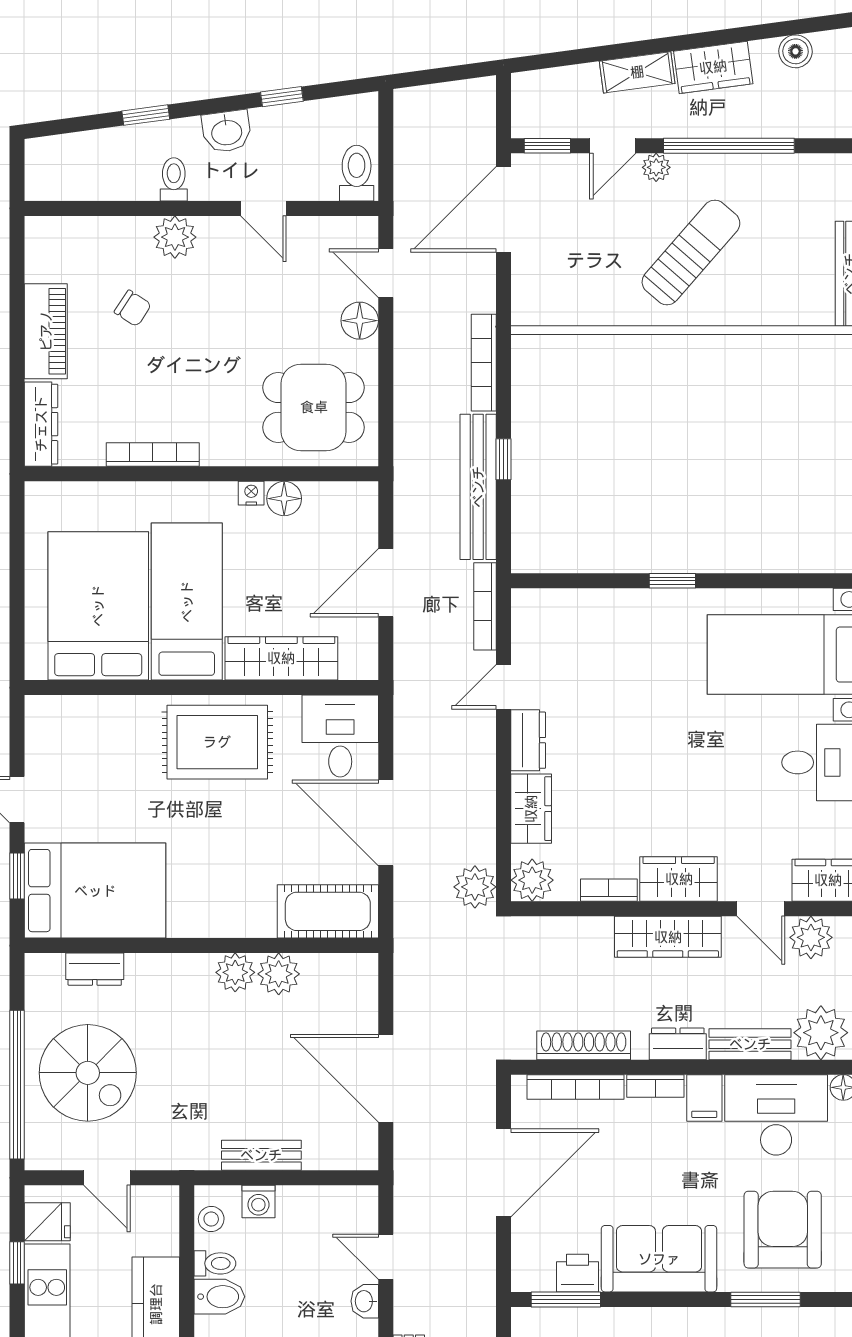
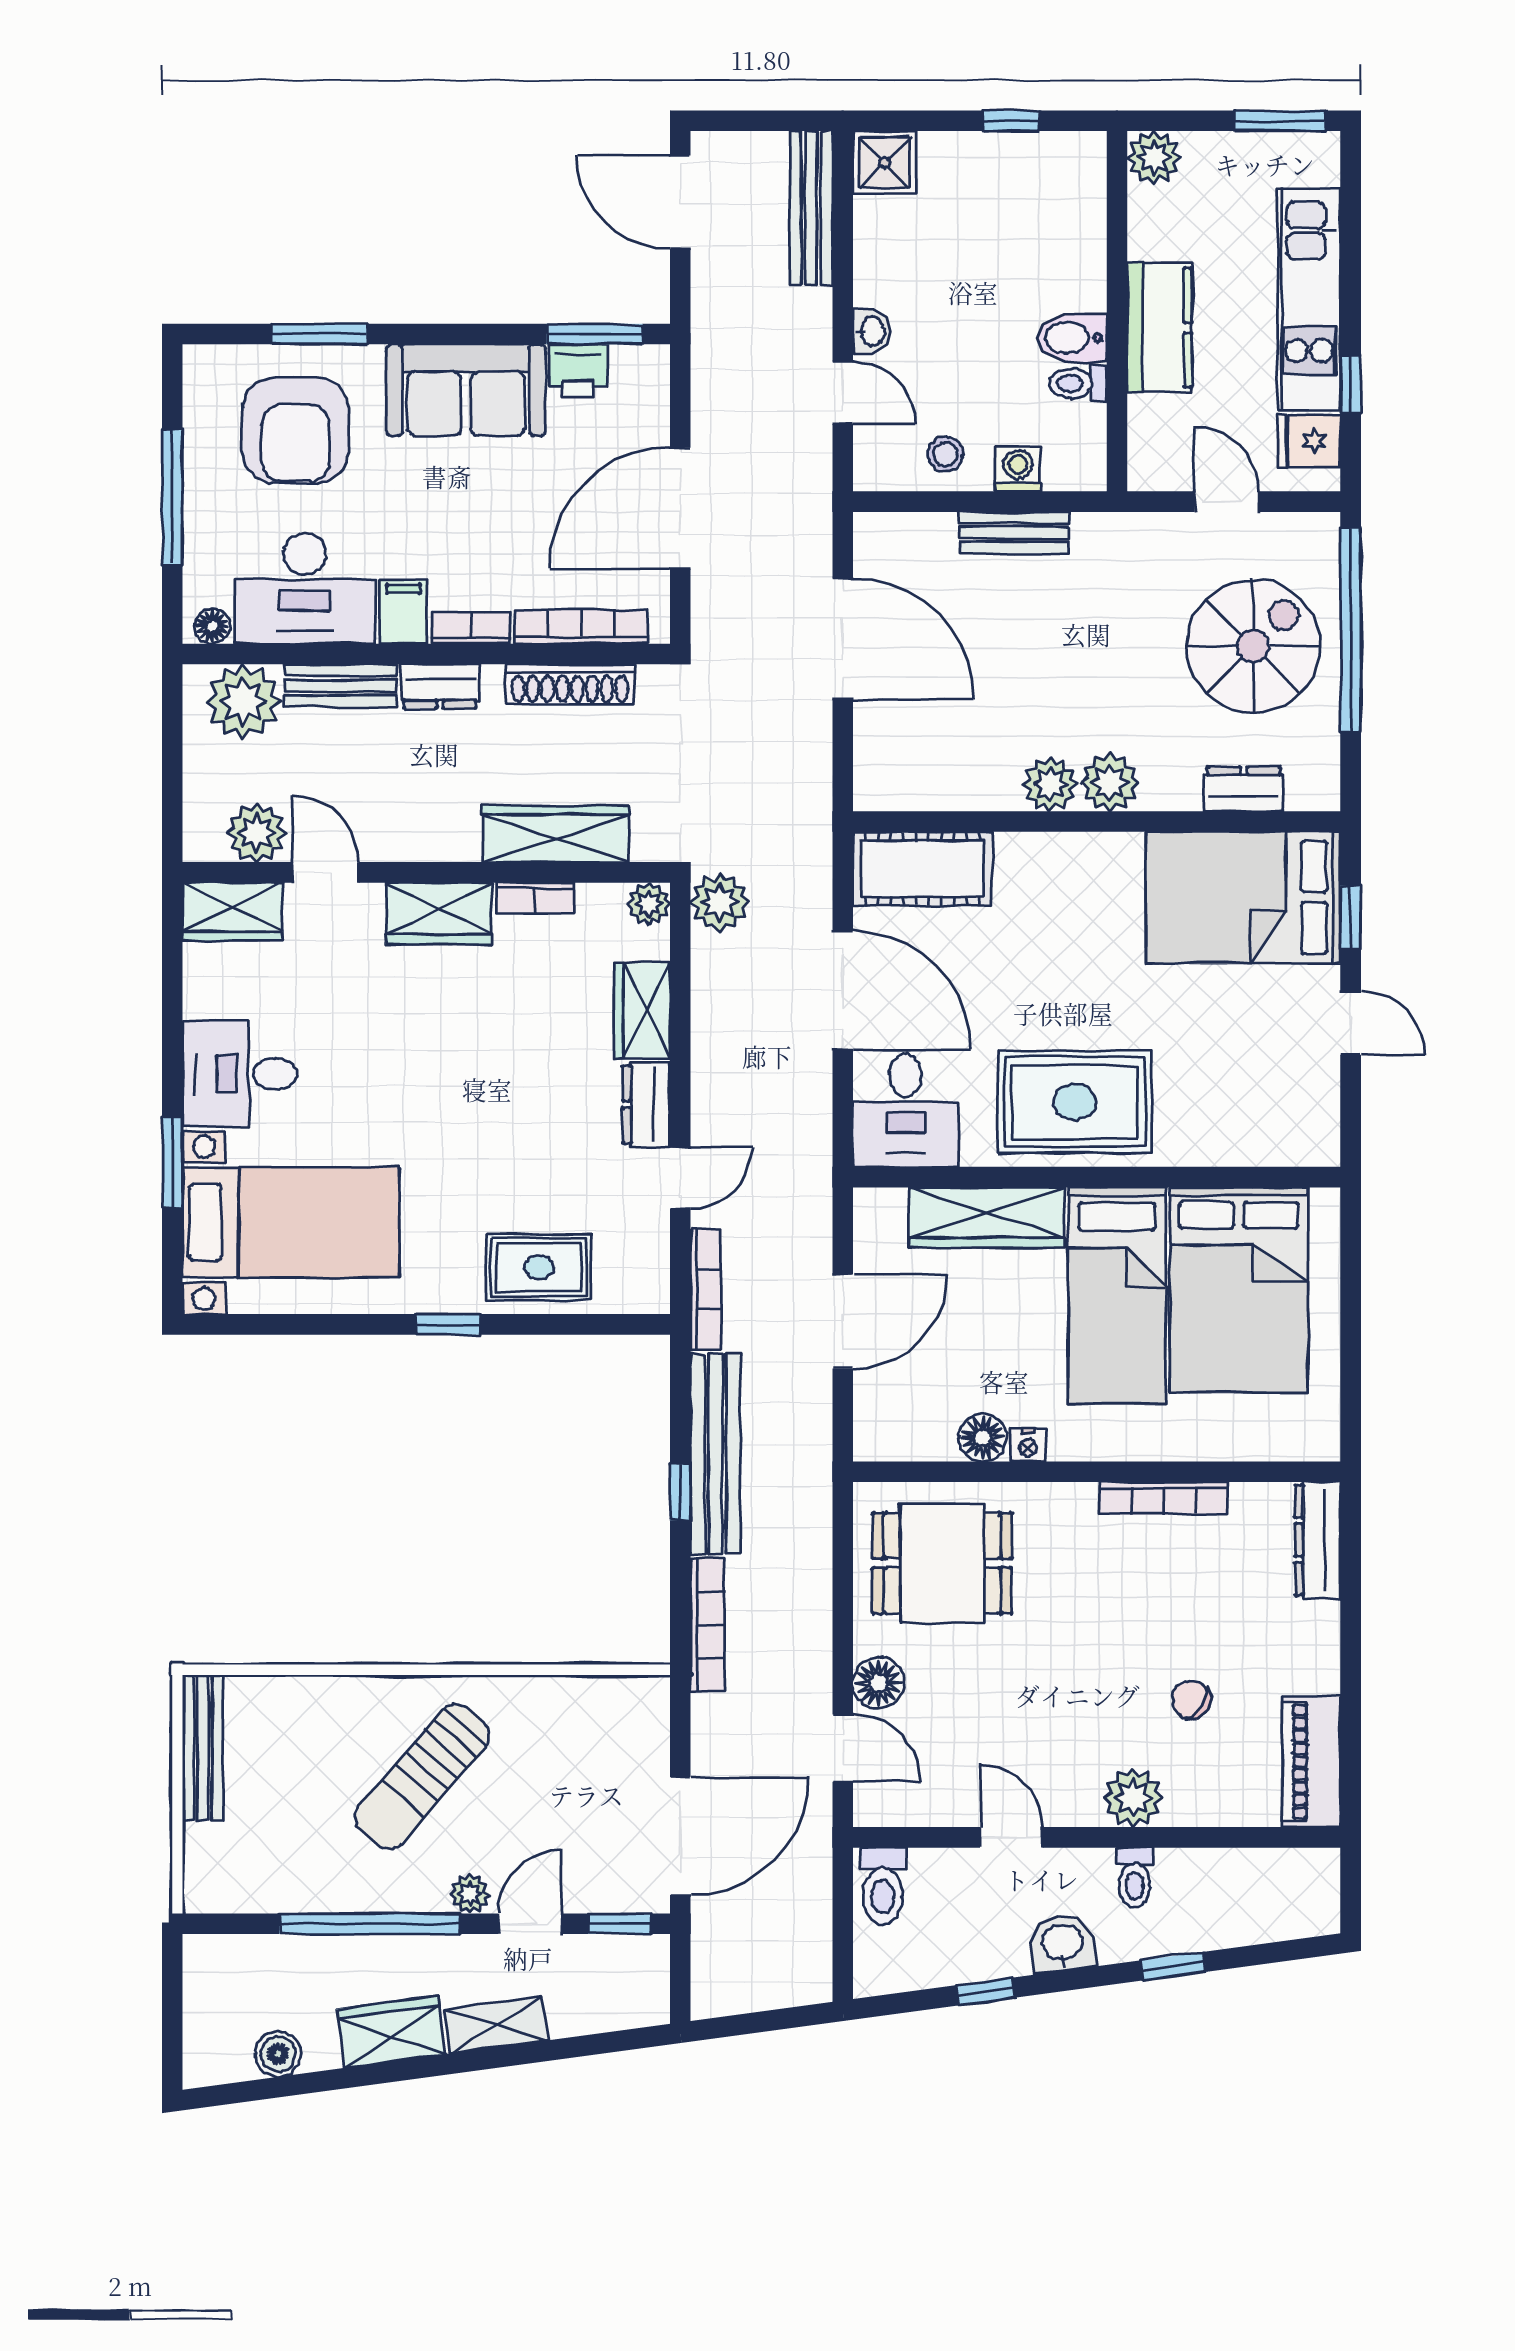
piano: (46, 331) -> (1311, 1762), moved
rug: (606, 622) -> (539, 1267), added
plant: (532, 880) -> (649, 904), width x0.73, depth x0.73
wardrobe: (668, 937) -> (556, 834), moved
plant: (279, 974) -> (1110, 783), moved
spiral stairs: (88, 1073) -> (1253, 646), turned 90
stool: (211, 1219) -> (945, 454), moved

